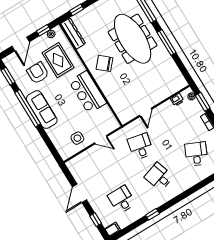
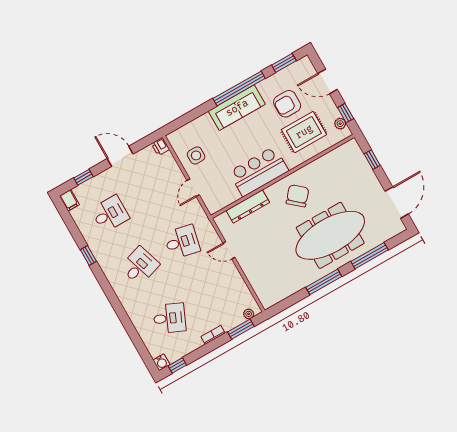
dresser: (73, 33) -> (248, 206), moved
armchair: (38, 73) -> (287, 104), turned 180
printer: (177, 100) -> (160, 146), moved

